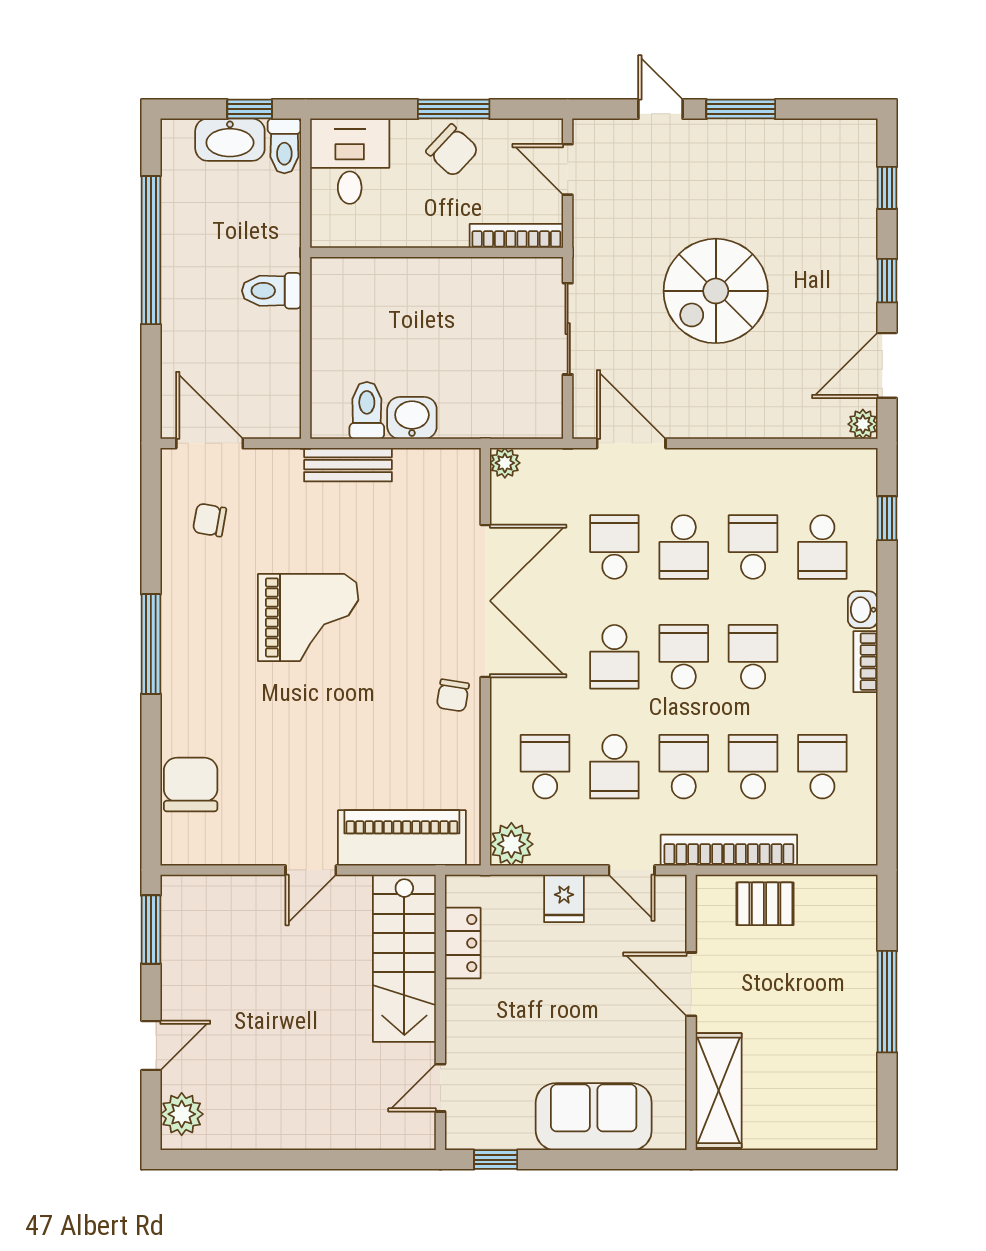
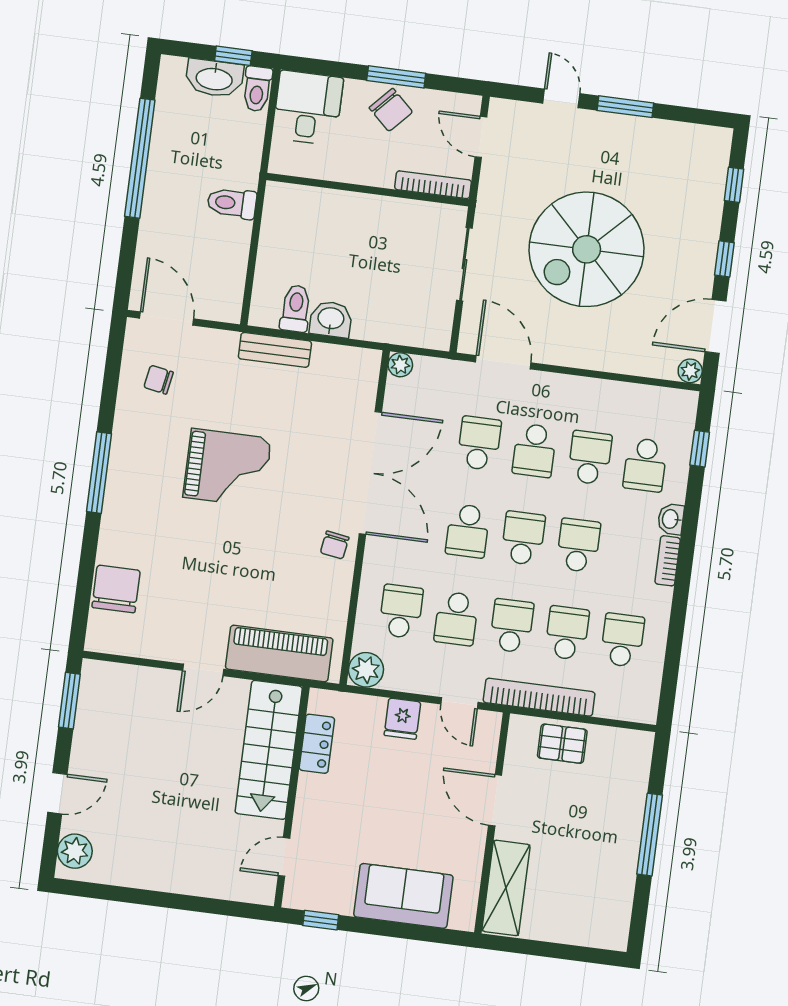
spiral stairs: (716, 291) -> (587, 249), width x1.37, depth x1.37

